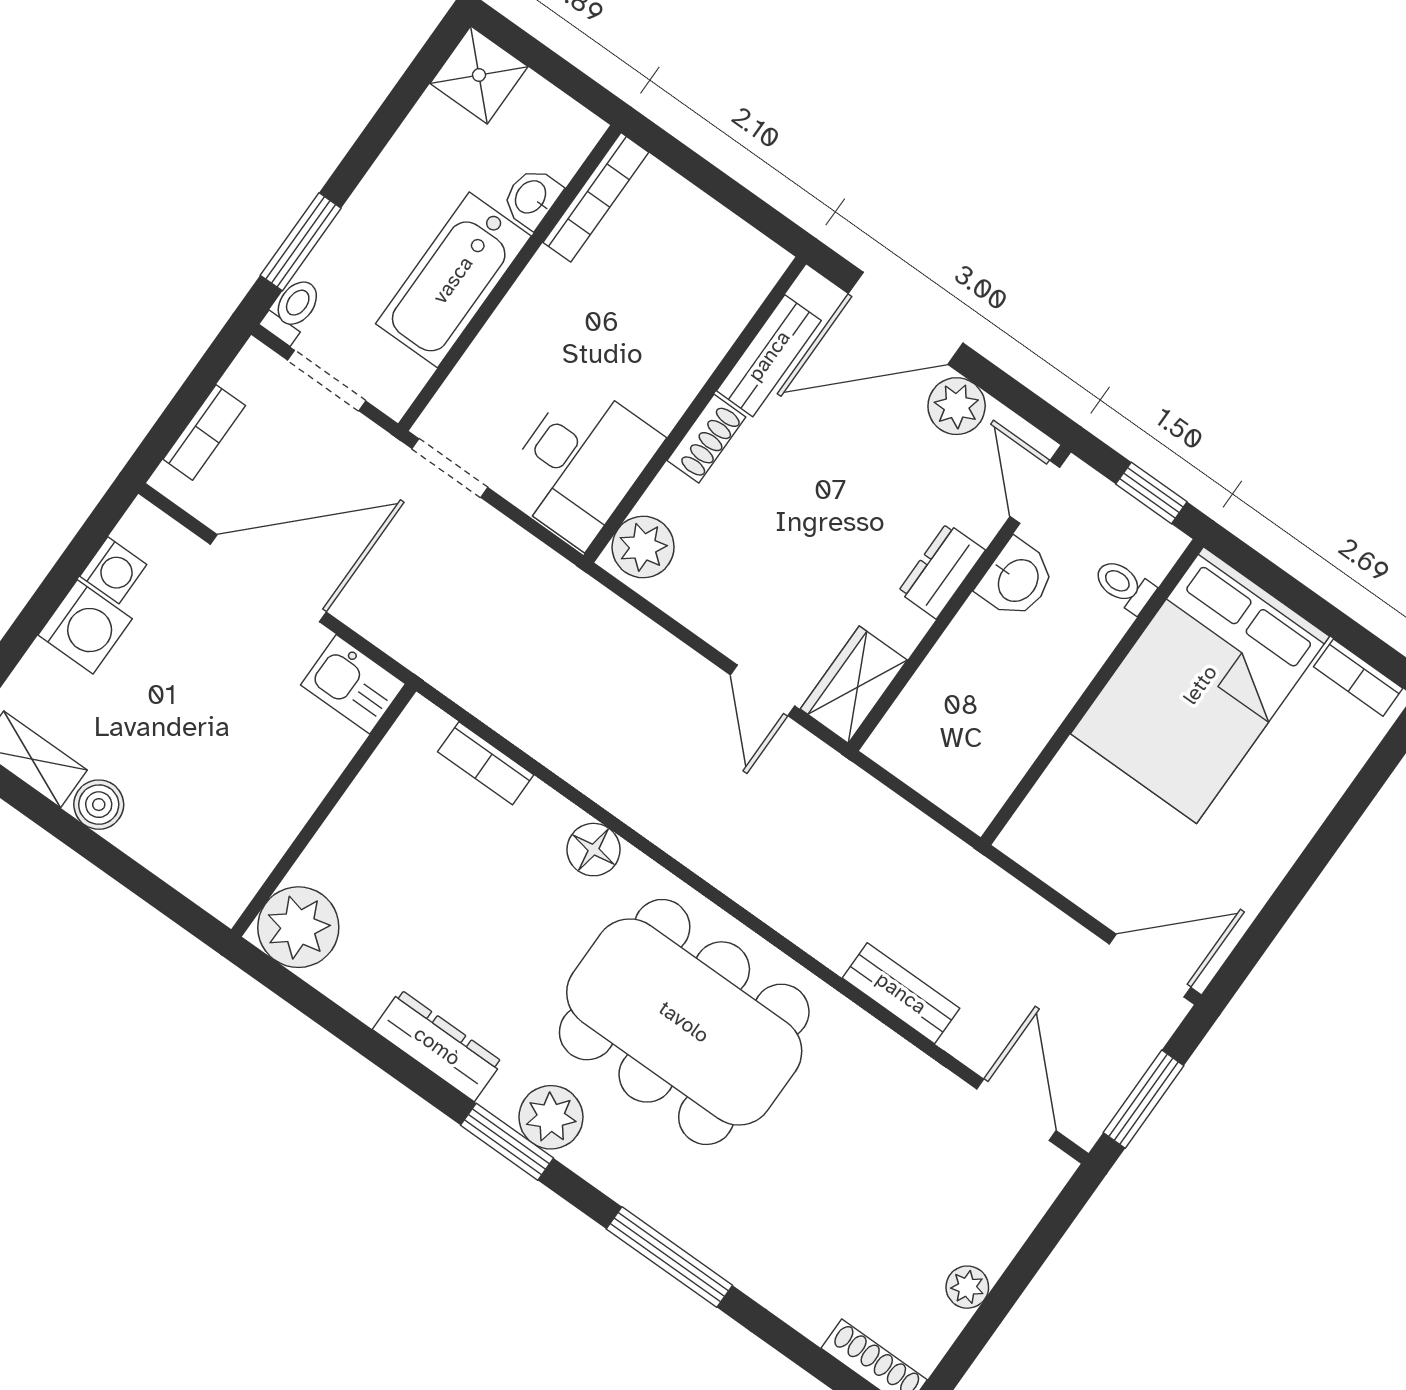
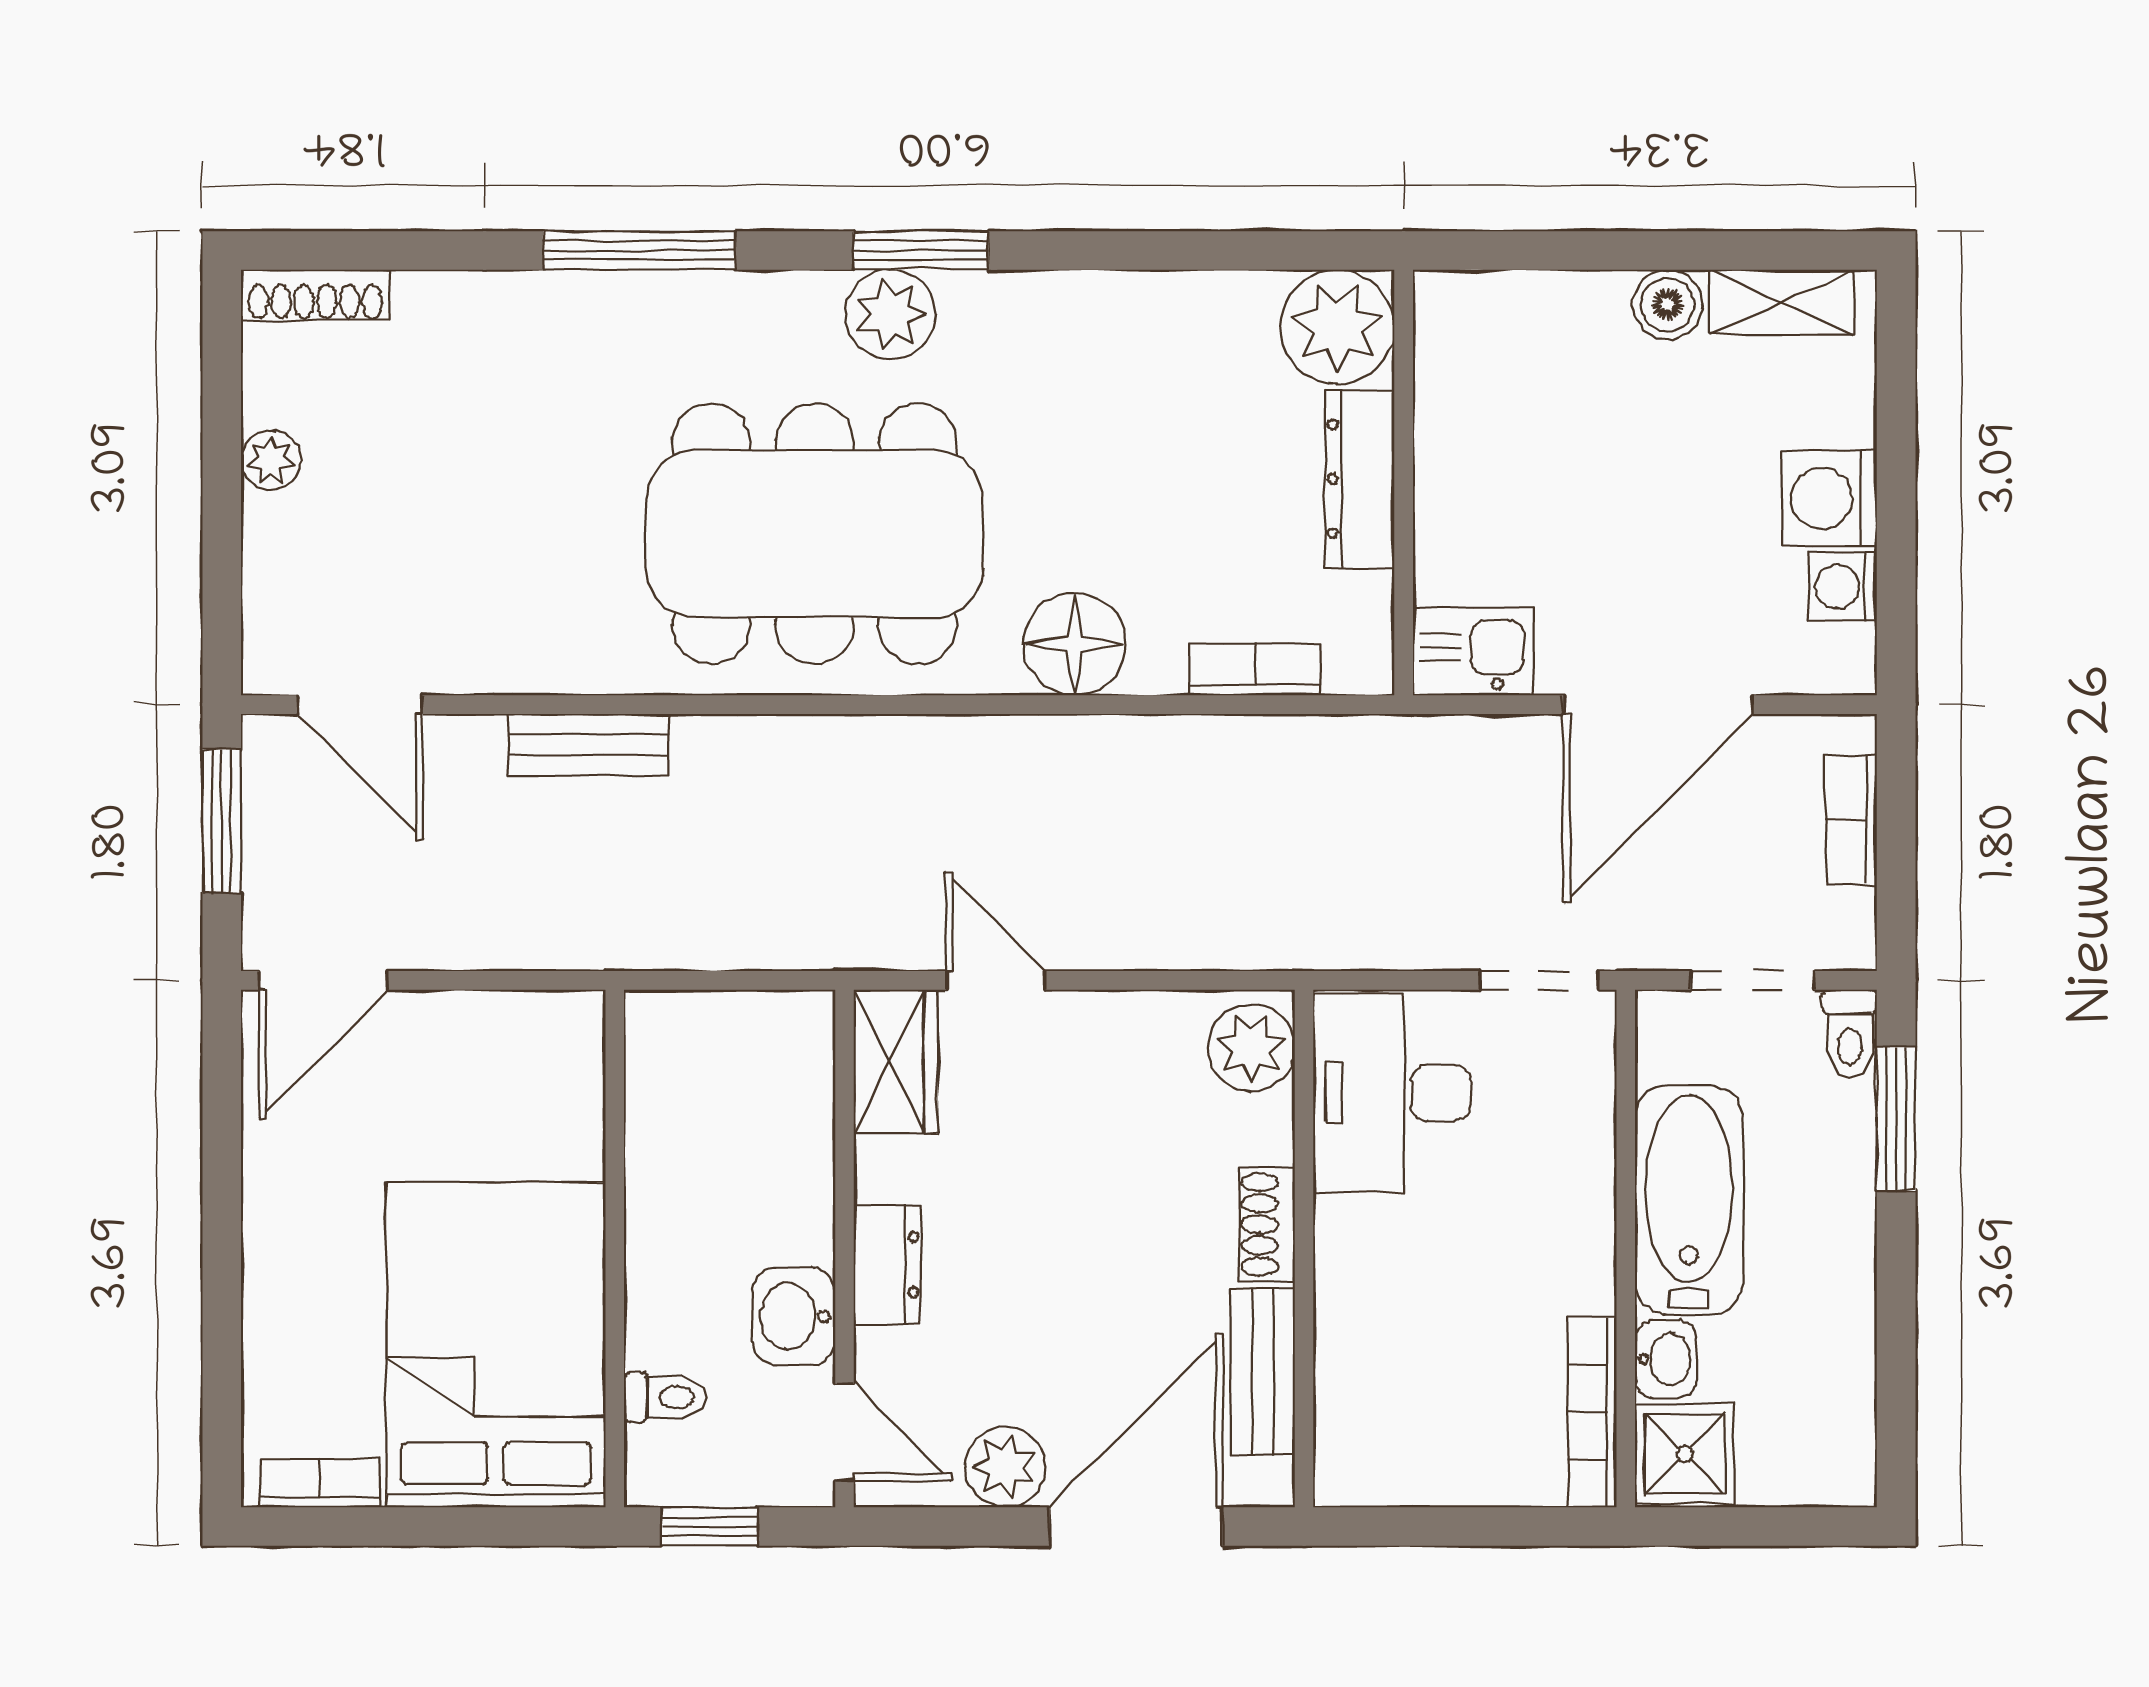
shower: (479, 75) -> (1685, 1454), moved
floor lamp: (594, 850) -> (1074, 644), width x1.38, depth x1.38
dresser: (437, 1046) -> (1360, 479), moved, turned 90

